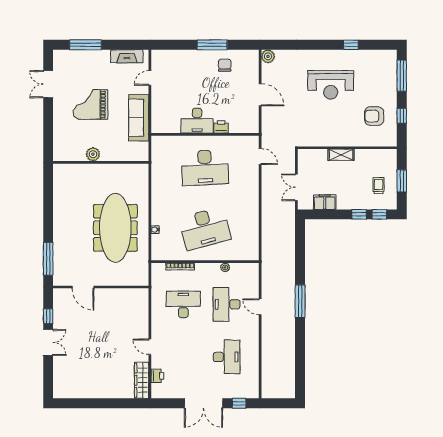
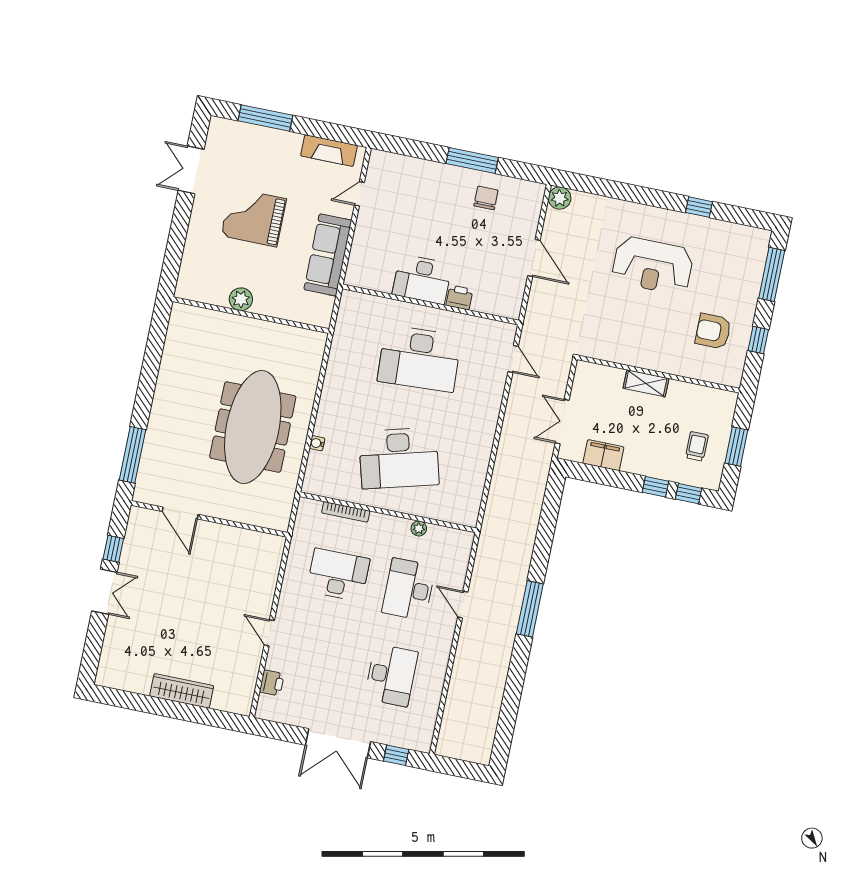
wardrobe: (142, 380) -> (182, 691), moved, turned 90

